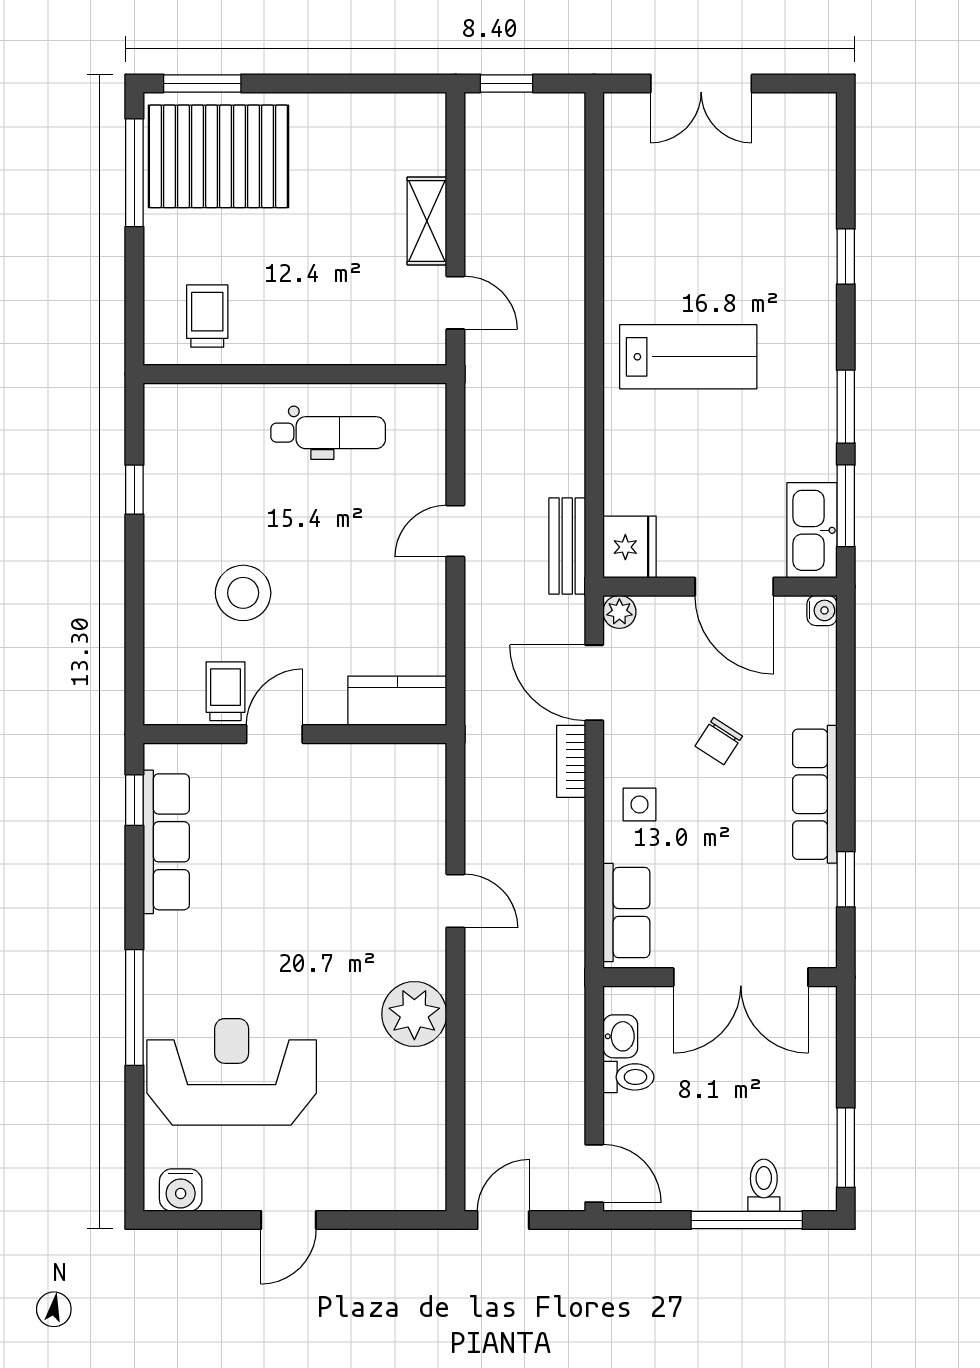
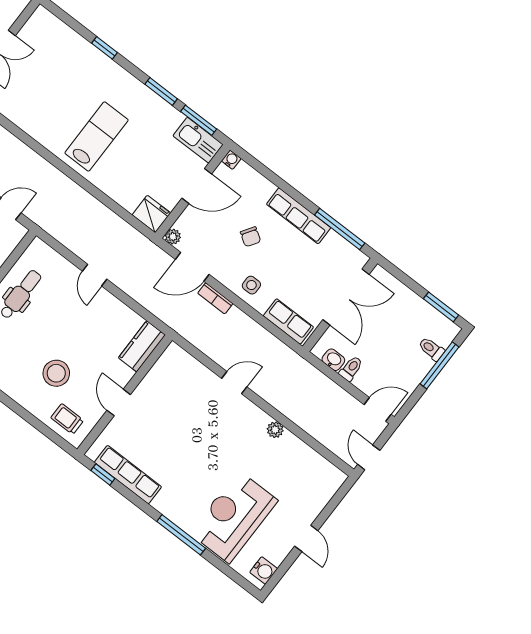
bench: (567, 546) -> (133, 237), removed
trolley: (225, 691) -> (67, 419), moved
window: (846, 879) -> (340, 229), width x2.17
plant: (414, 1014) -> (275, 430), width x0.53, depth x0.53

